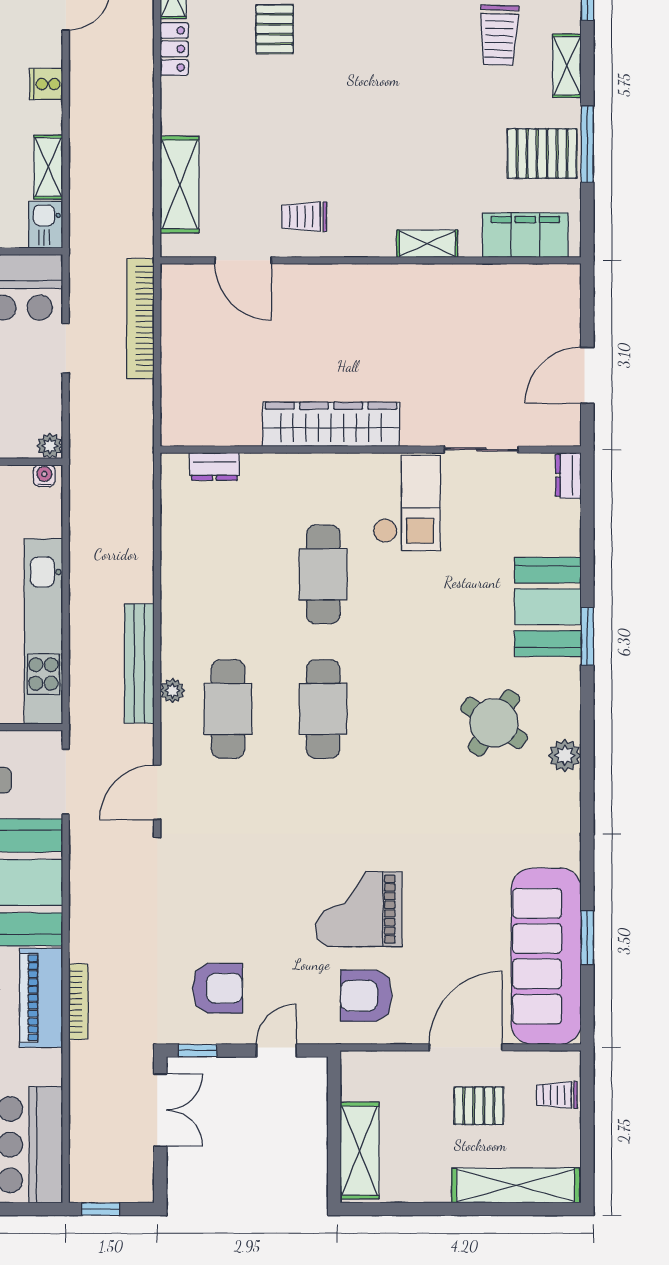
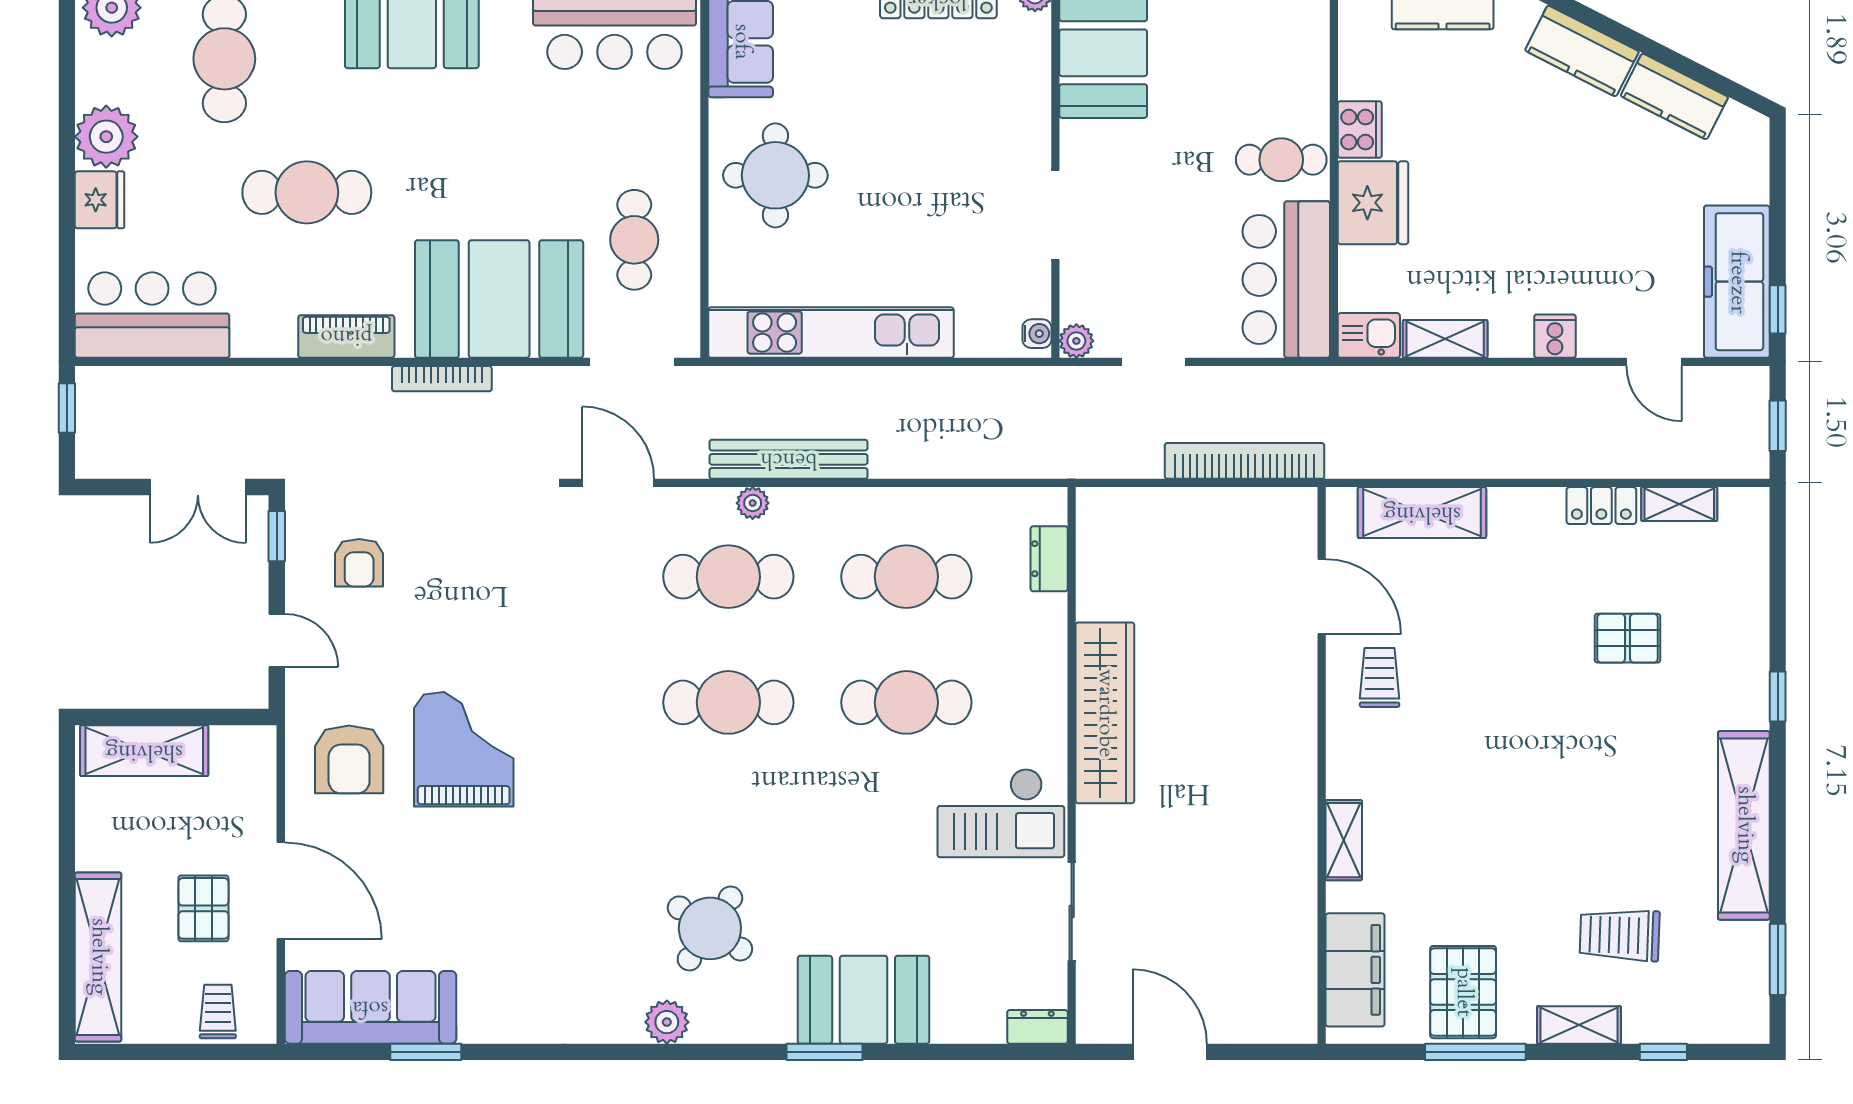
door: (243, 260) -> (1322, 597), swing flipped
doorway: (66, 348) -> (1154, 362), moved
cafe table: (228, 574) -> (906, 577), added
sofa: (546, 956) -> (370, 1007), width x0.74, depth x0.79
armchair: (217, 988) -> (359, 563), width x0.72, depth x0.72
armchair: (366, 996) -> (349, 759), turned 180
piano: (41, 998) -> (346, 336), width x0.73, depth x0.75
bookcase: (78, 1002) -> (442, 379), moved

